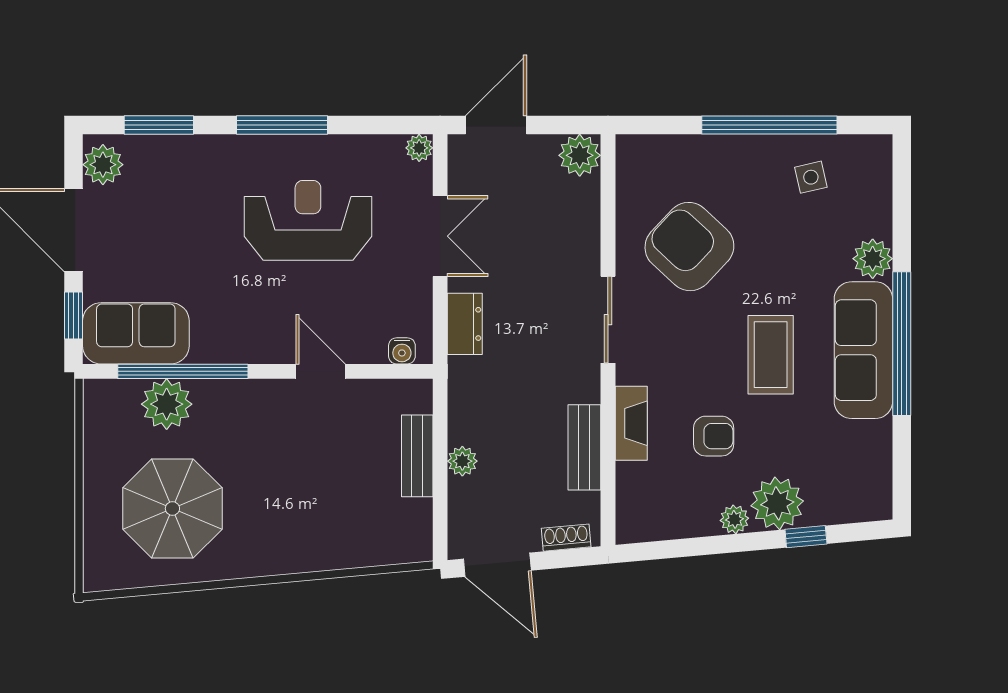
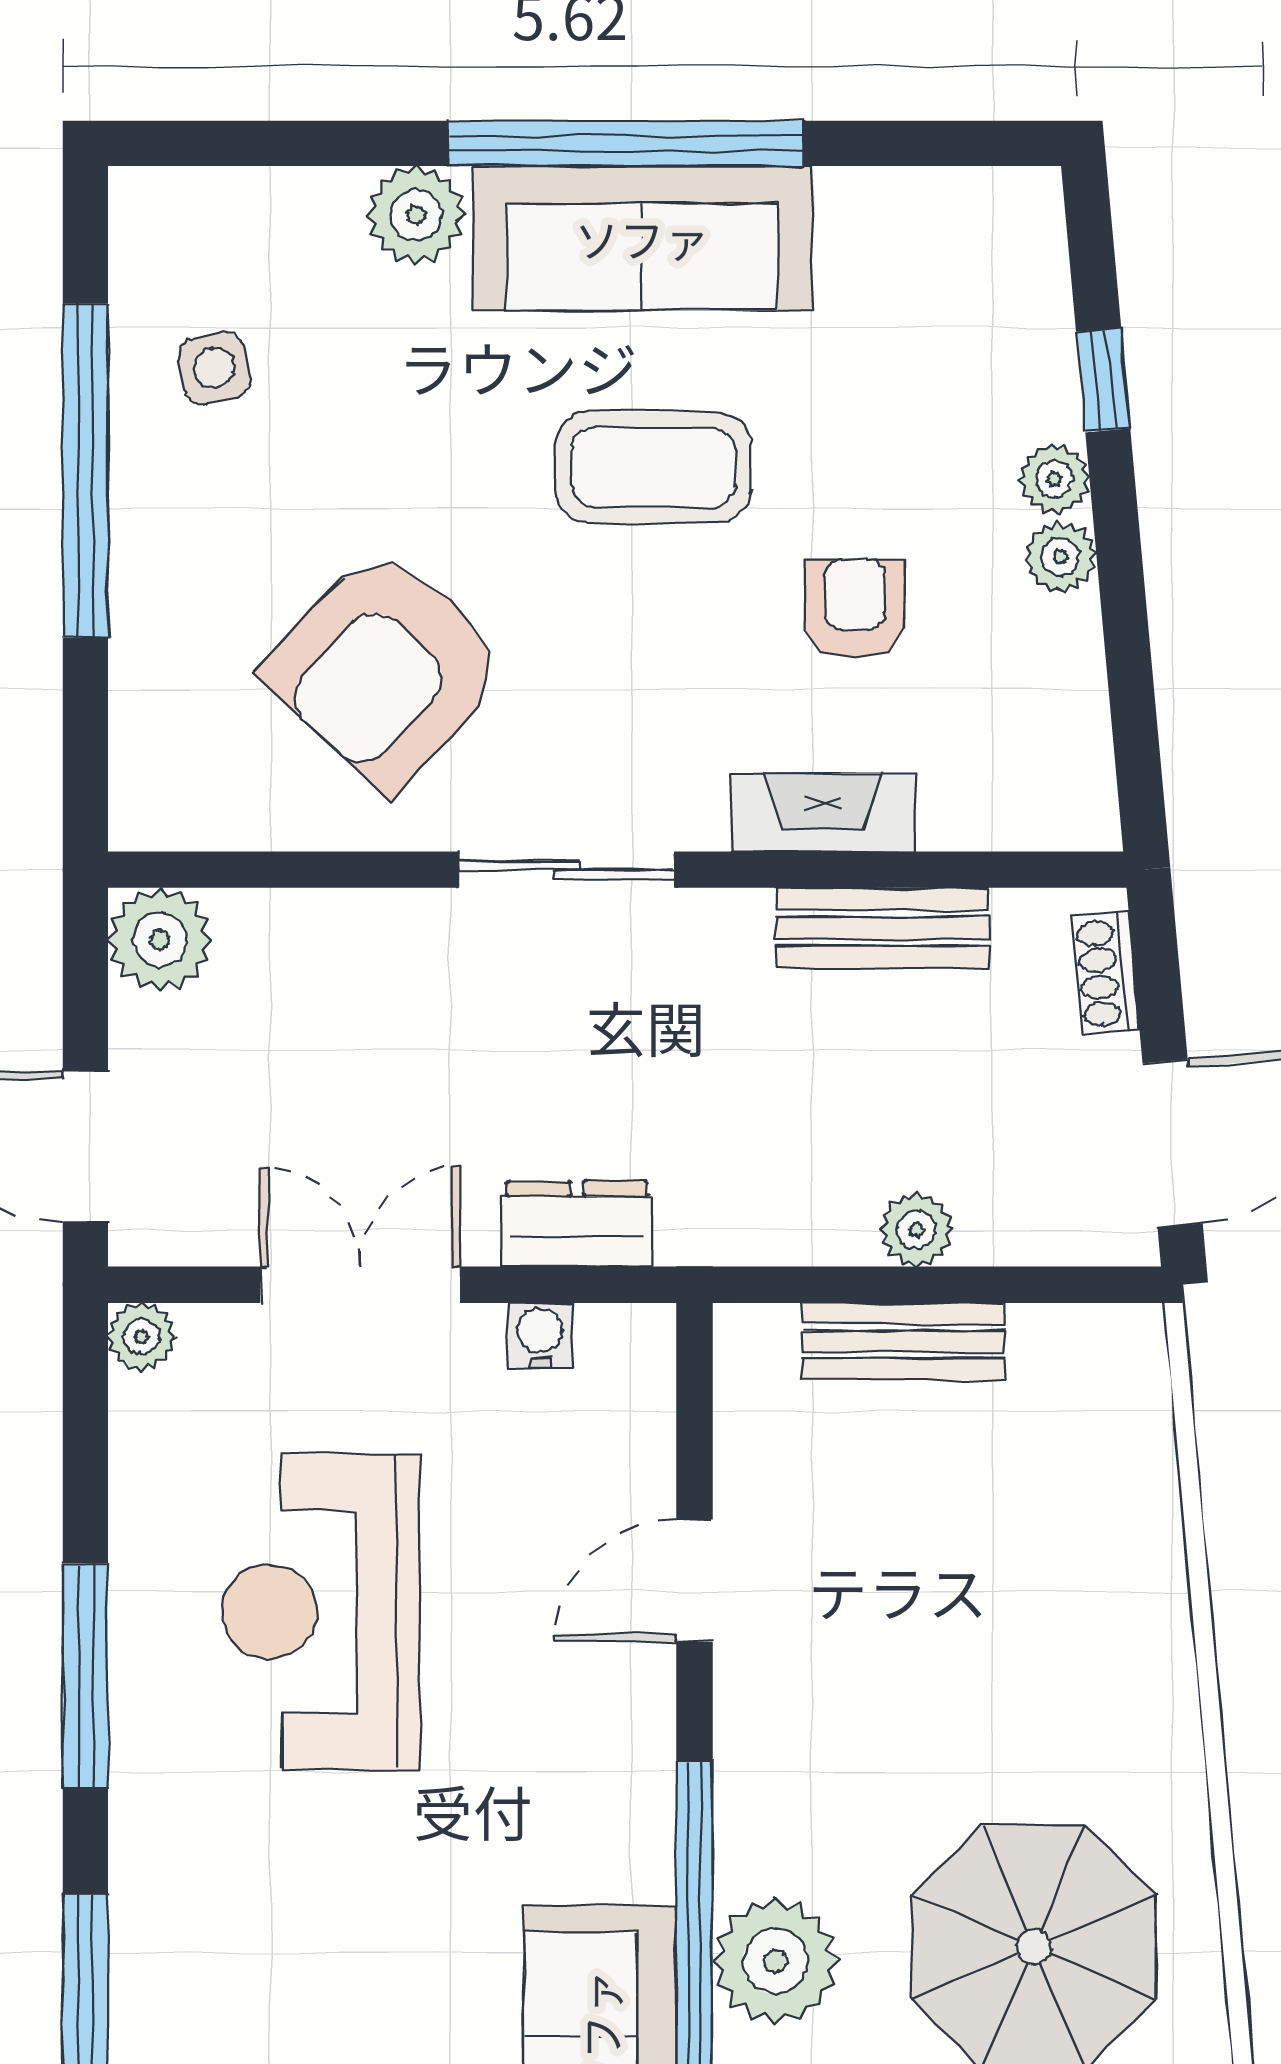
water cooler: (402, 351) -> (540, 1335), moved, turned -90
plant: (777, 503) -> (1054, 479), width x0.53, depth x0.53

